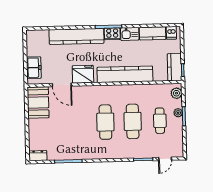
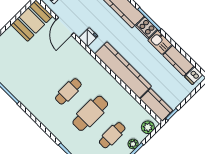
kitchen counter: (175, 67) -> (156, 105), moved, turned 90
fridge: (83, 74) -> (88, 37), width x0.53, depth x0.75
cafe table: (105, 122) -> (68, 91), width x0.73, depth x0.74

